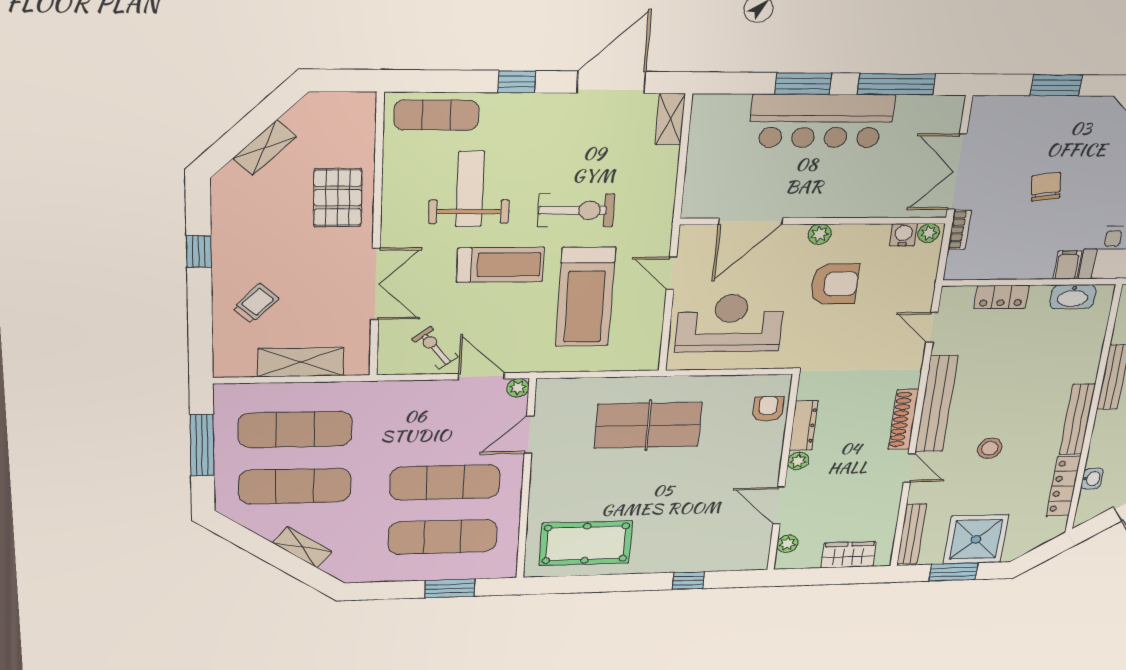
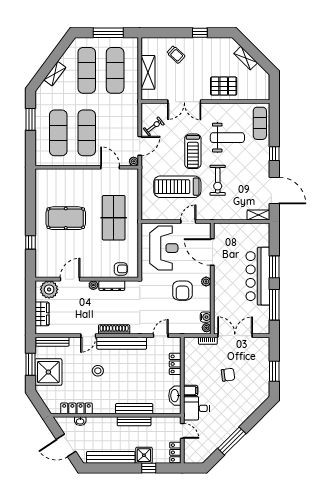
bench: (1077, 419) -> (134, 409), moved
pool table: (586, 543) -> (66, 218), moved, turned 90
plant: (787, 544) -> (49, 289), width x1.87, depth x1.87
window: (450, 588) -> (30, 119), moved

